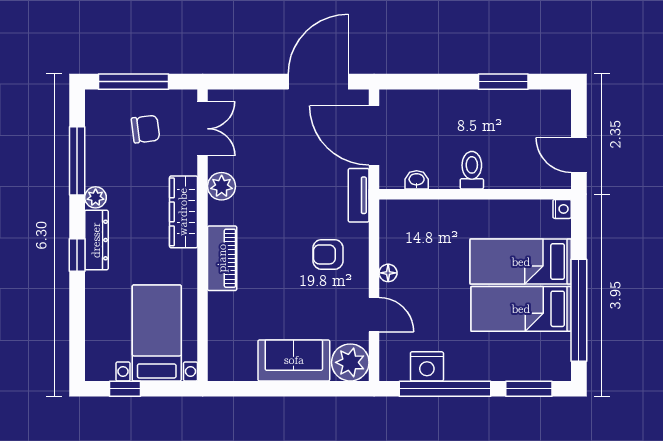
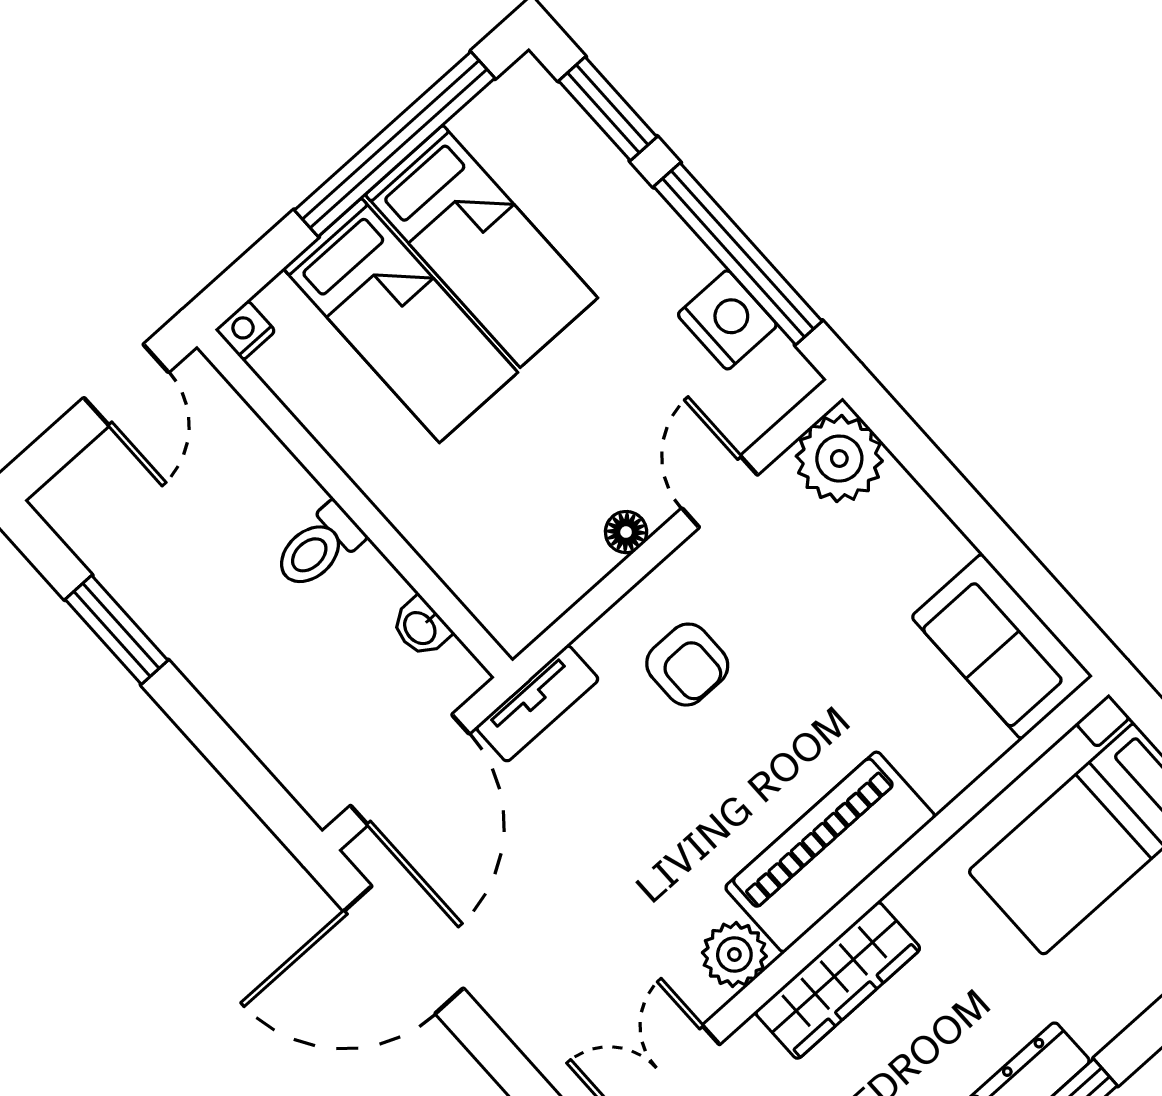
piano: (222, 258) -> (830, 852), width x1.37, depth x1.33
sofa: (294, 360) -> (1002, 646), moved

